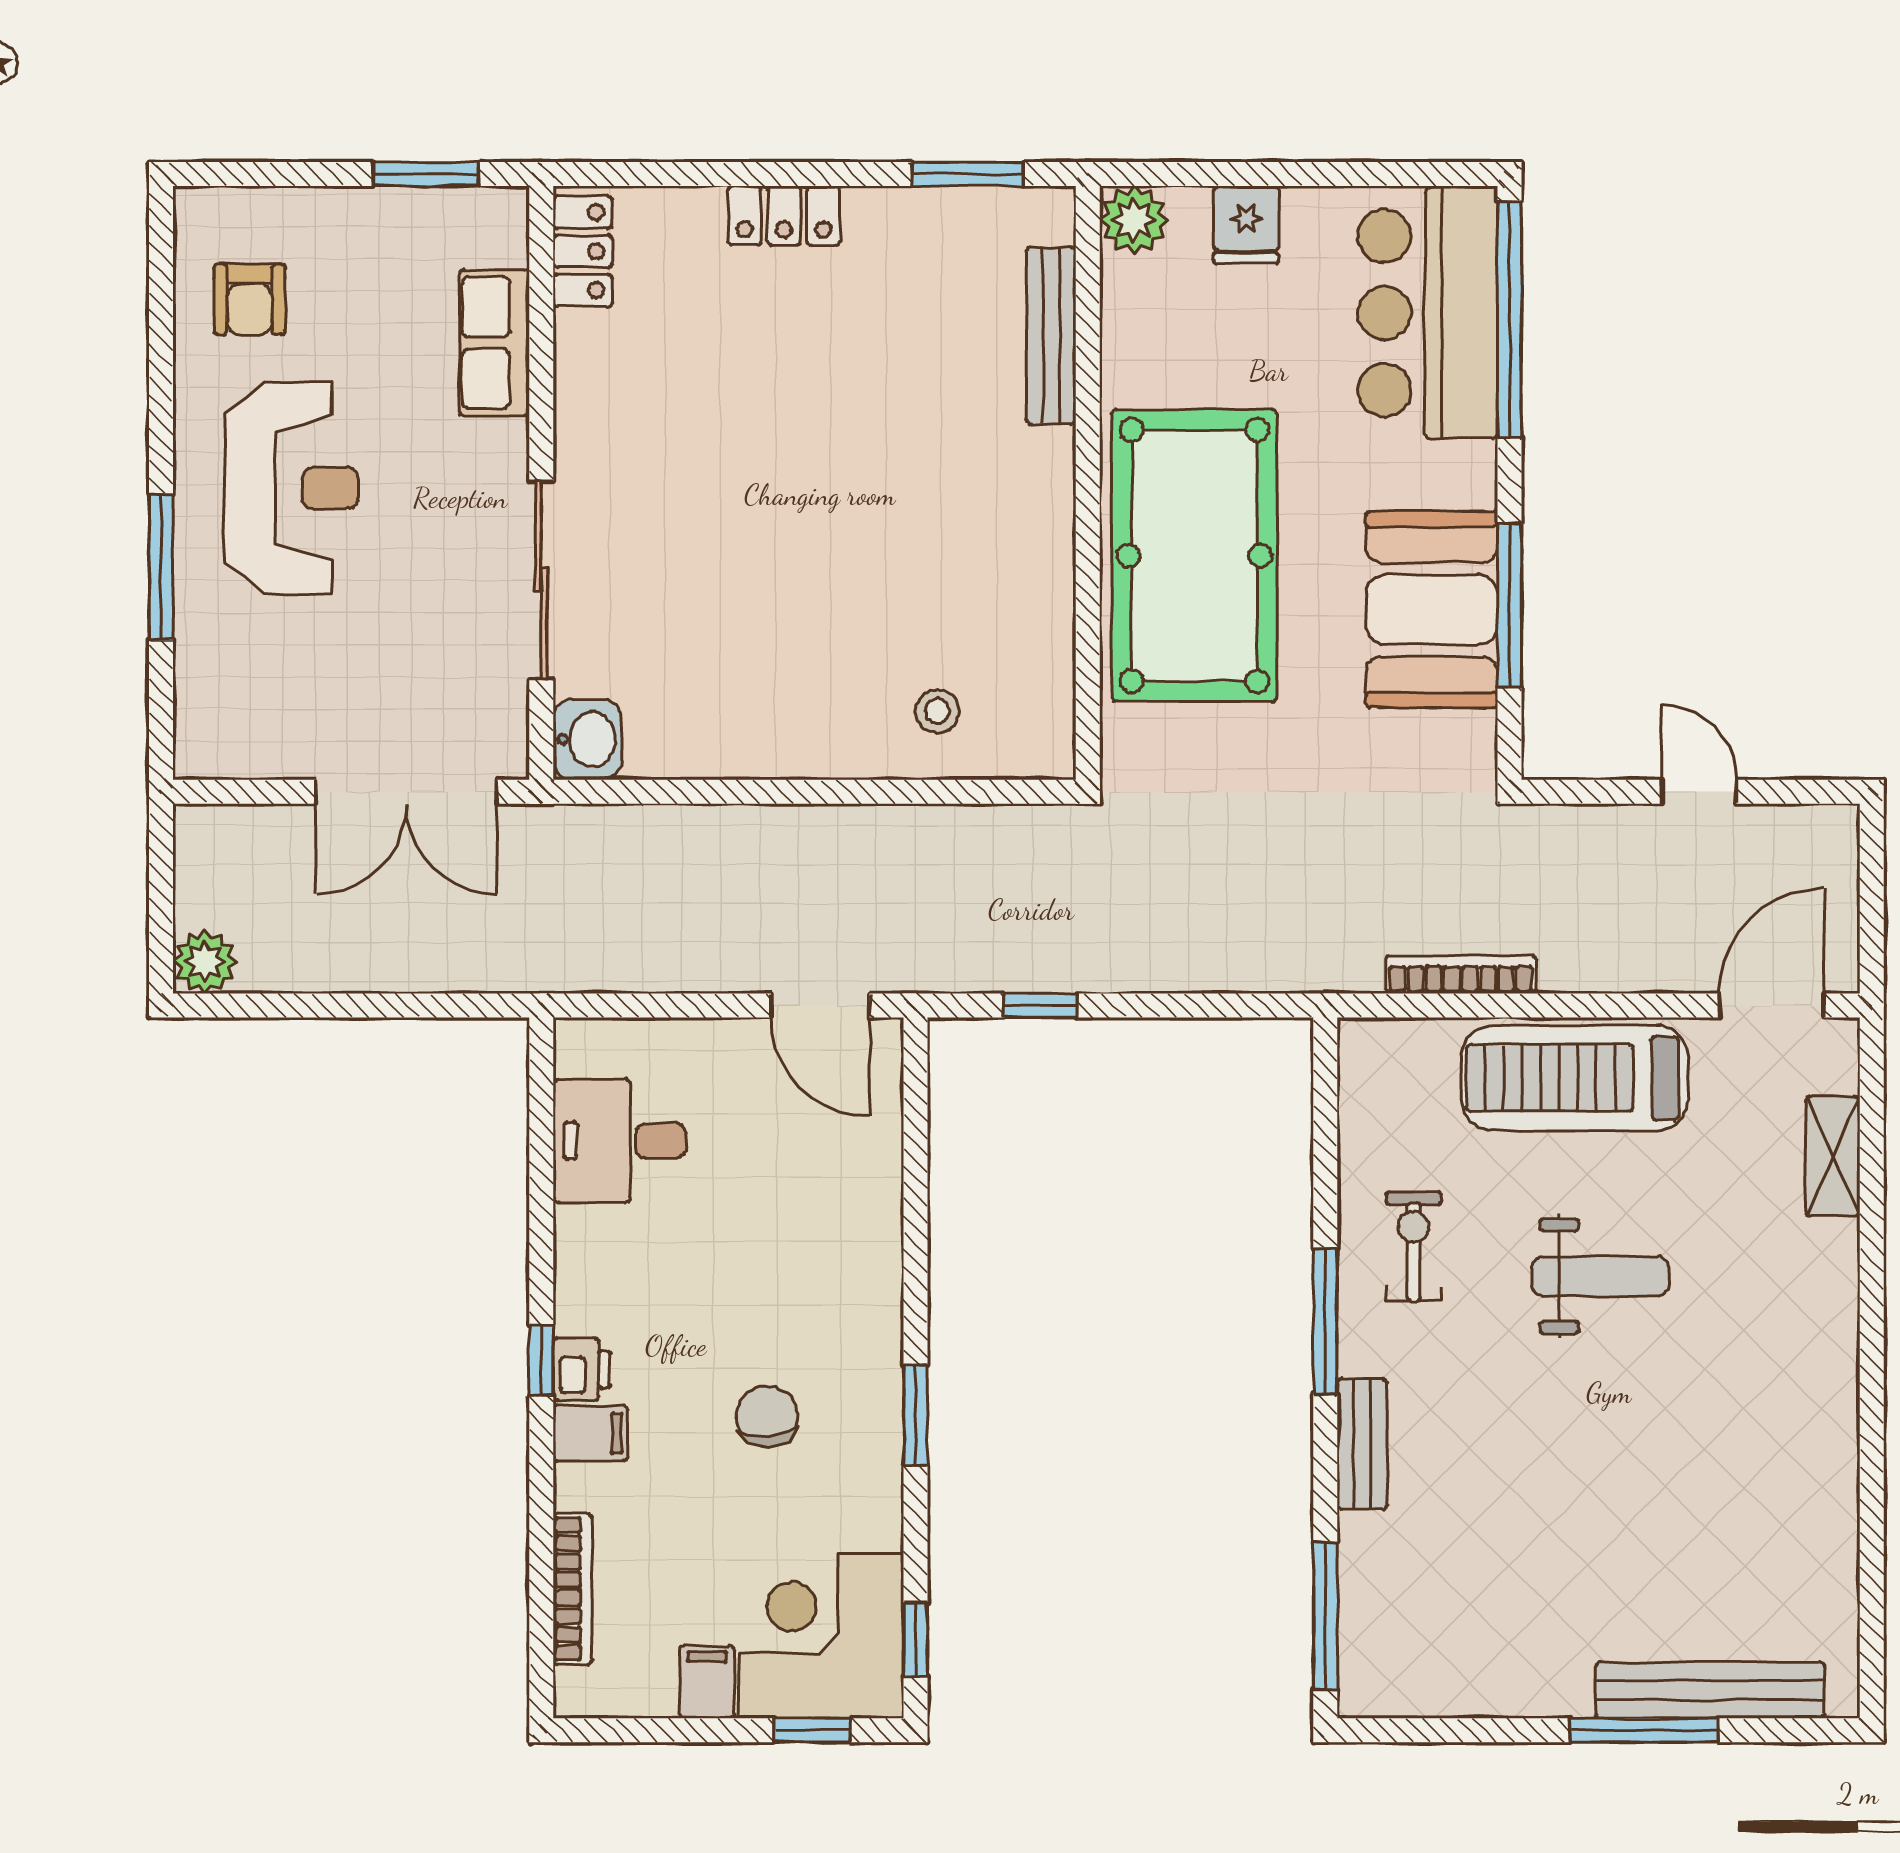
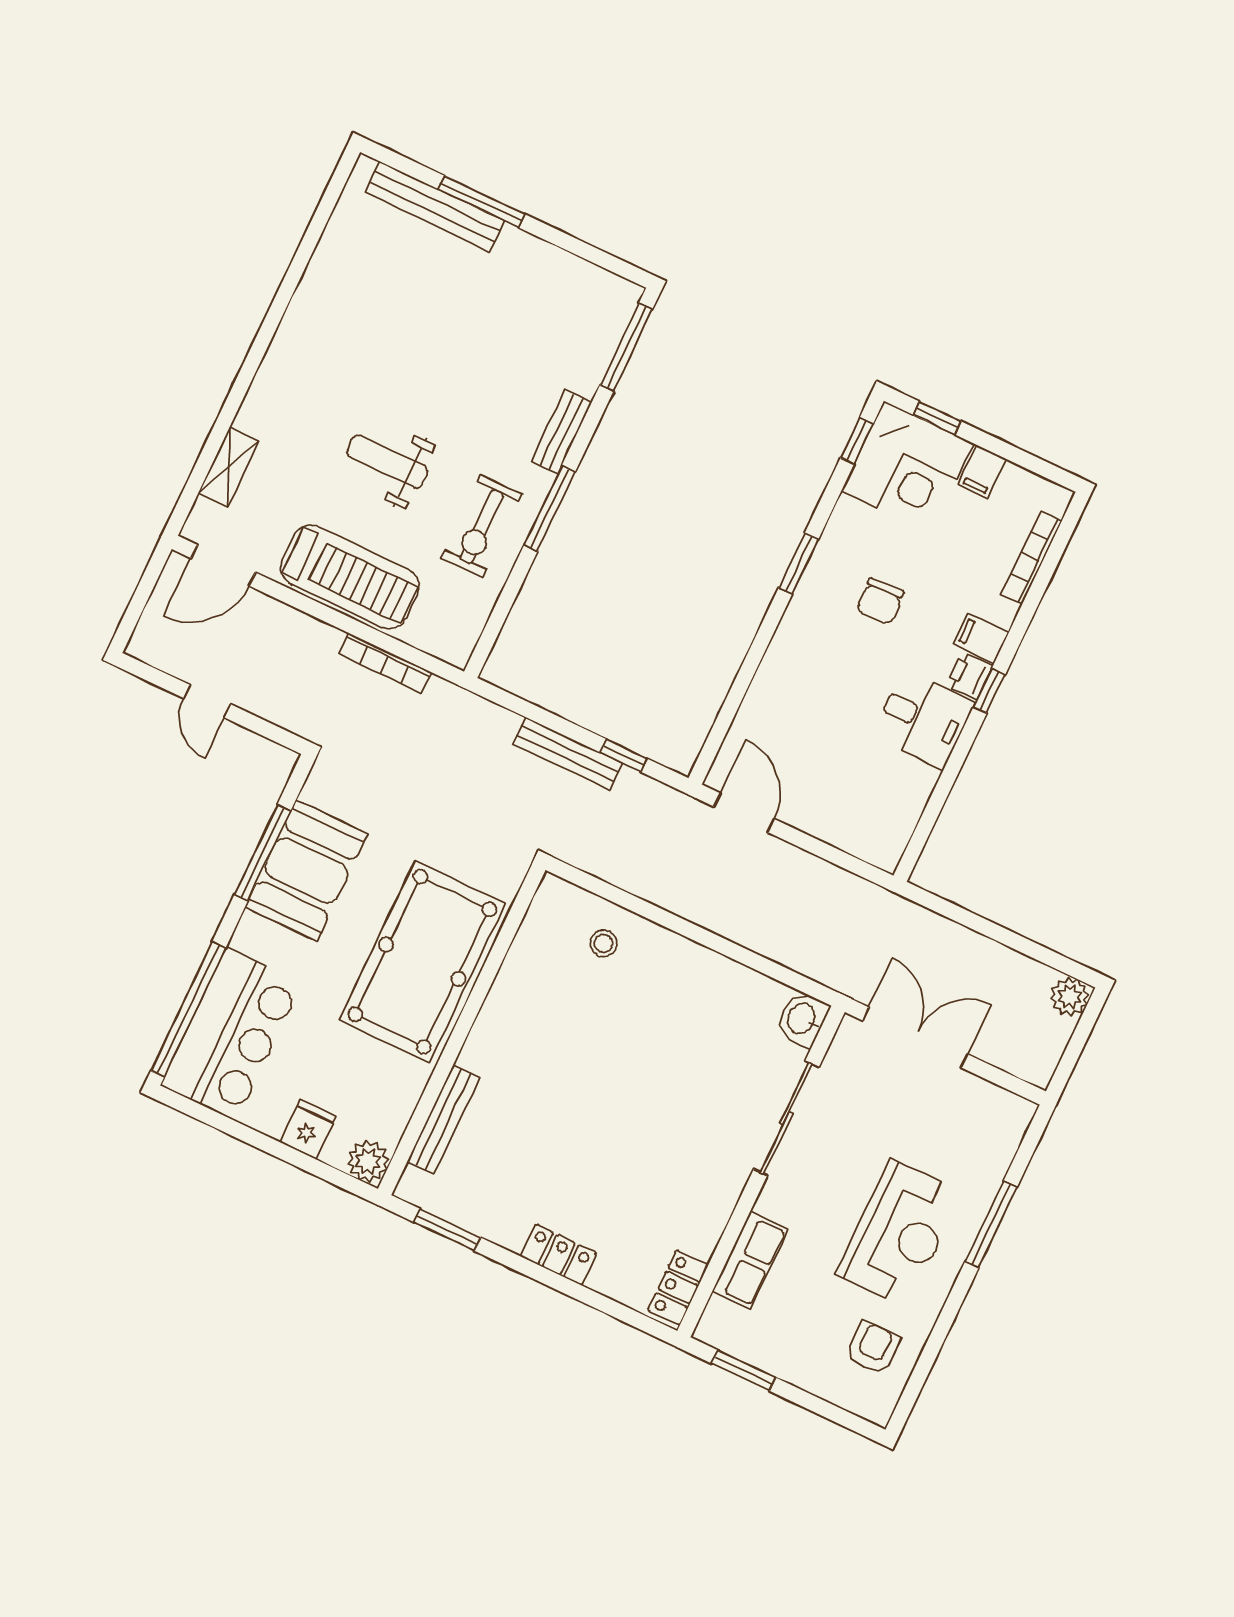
reception desk: (292, 488) -> (899, 1233), turned 180
bench: (1125, 969) -> (568, 754), added
desk: (620, 1141) -> (923, 719), moved
exercise bike: (1414, 1247) -> (482, 526), width x1.38, depth x1.39

